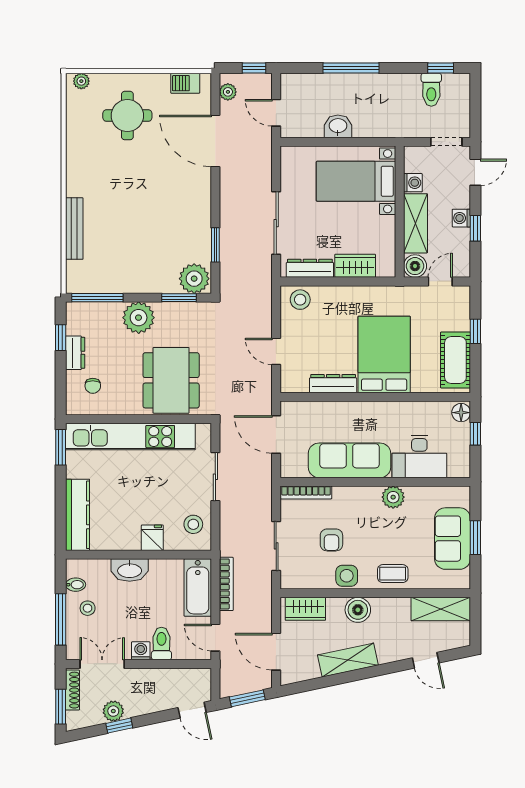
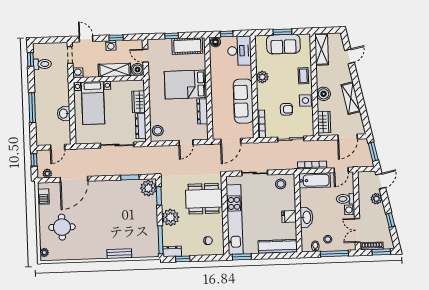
washing machine: (413, 183) -> (78, 73), moved
bench: (74, 229) -> (119, 254), width x0.73
dresser: (75, 353) -> (172, 251), moved
desk: (419, 456) -> (239, 51), moved
fridge: (152, 538) -> (289, 217), moved
plant: (113, 711) -> (376, 199), moved

